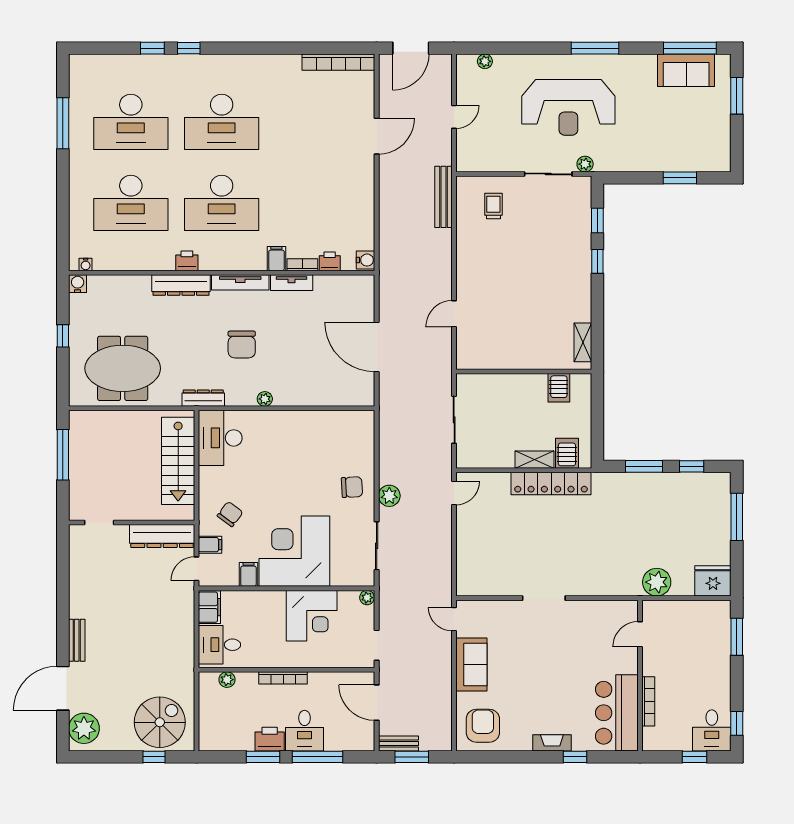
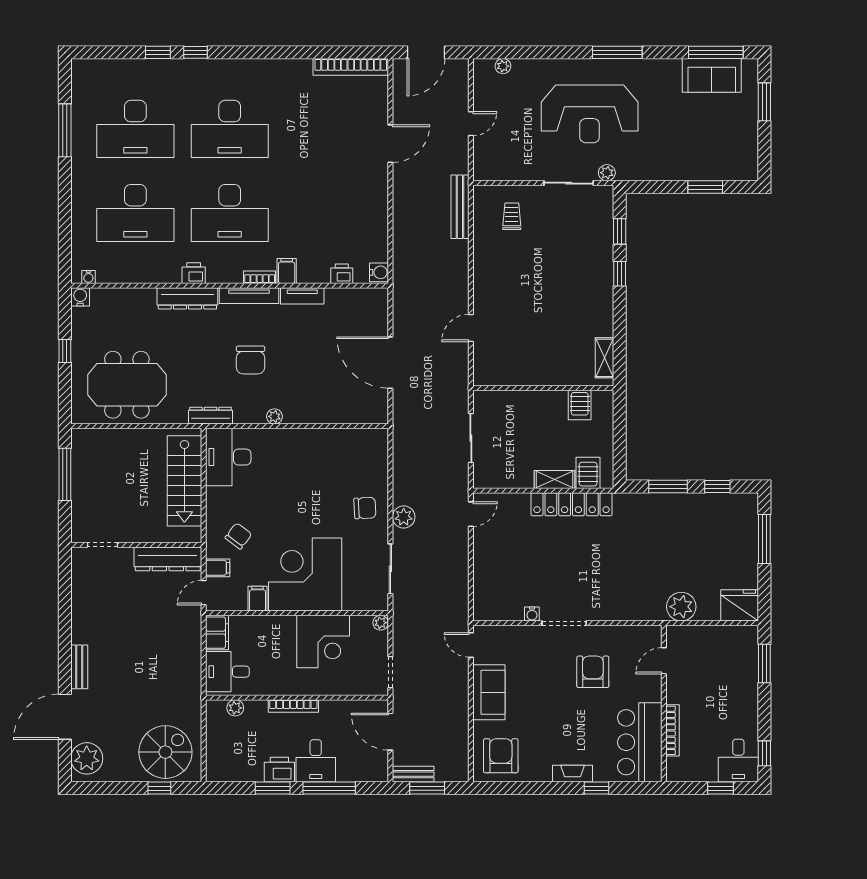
bookcase: (302, 265) -> (260, 277), moved
water cooler: (513, 589) -> (532, 614), added
armchair: (572, 645) -> (593, 672), added

